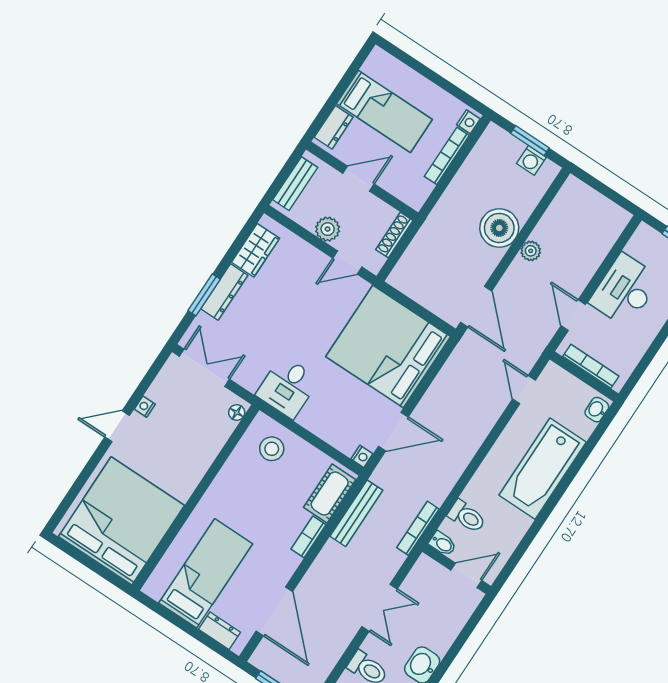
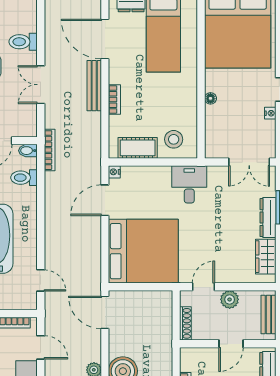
floor lamp: (237, 412) -> (210, 98), moved
cot: (330, 494) -> (138, 148), moved, turned 90
bench: (356, 513) -> (94, 86), moved

